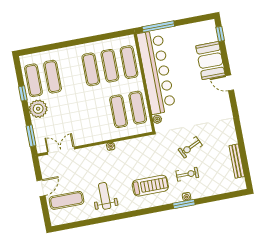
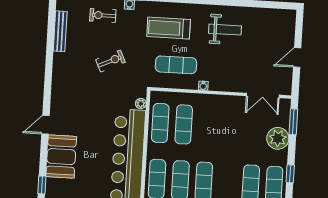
door: (230, 83) -> (45, 125), swing flipped
plant: (38, 109) -> (278, 138), moved
exercise bike: (187, 174) -> (103, 15), moved
weight bench: (105, 196) -> (225, 30), turned -90
exercise mat: (67, 200) -> (176, 65), moved

